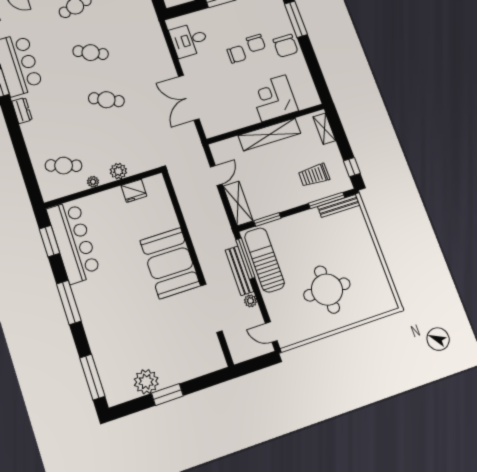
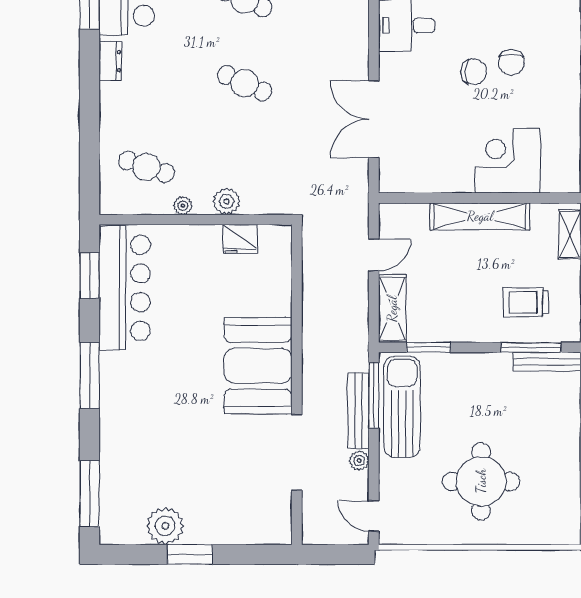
chair: (286, 46) -> (558, 81), removed

